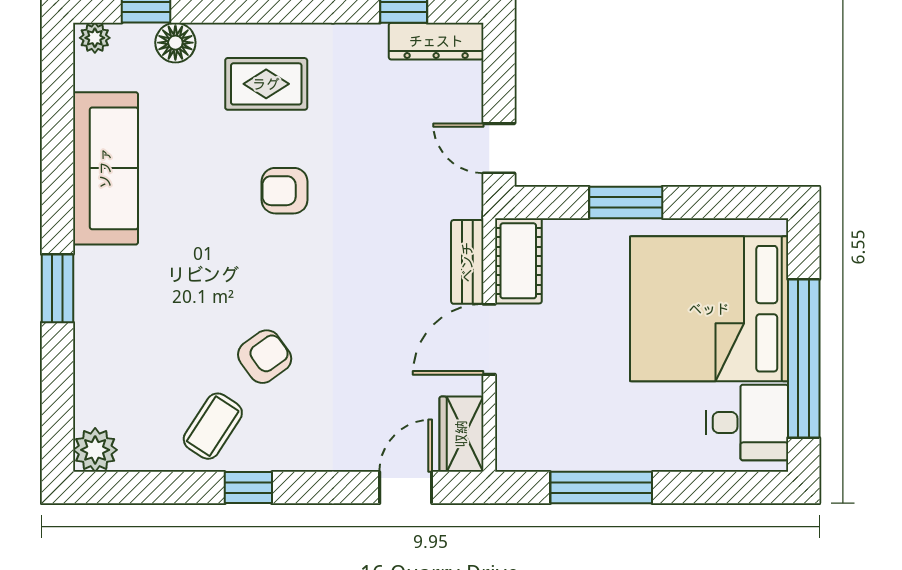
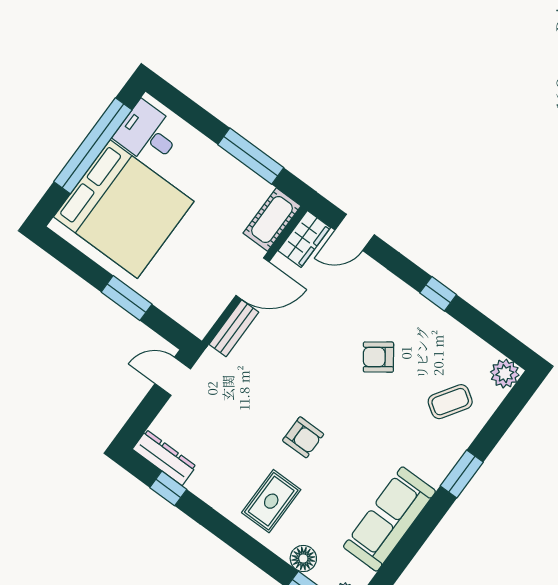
rug: (266, 84) -> (271, 501), turned 90
door: (499, 148) -> (173, 376), swing flipped
cot: (518, 261) -> (272, 220), moved
coffee table: (213, 426) -> (450, 402), moved

